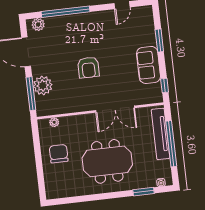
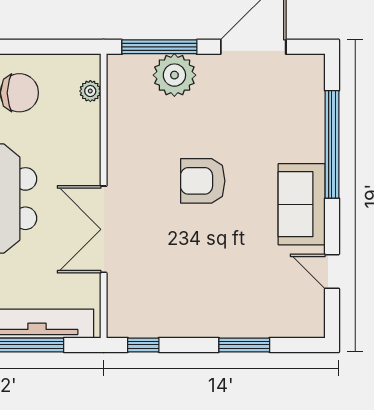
plant: (38, 24) -> (311, 81), removed
sofa: (149, 65) -> (302, 204), moved, turned -90

